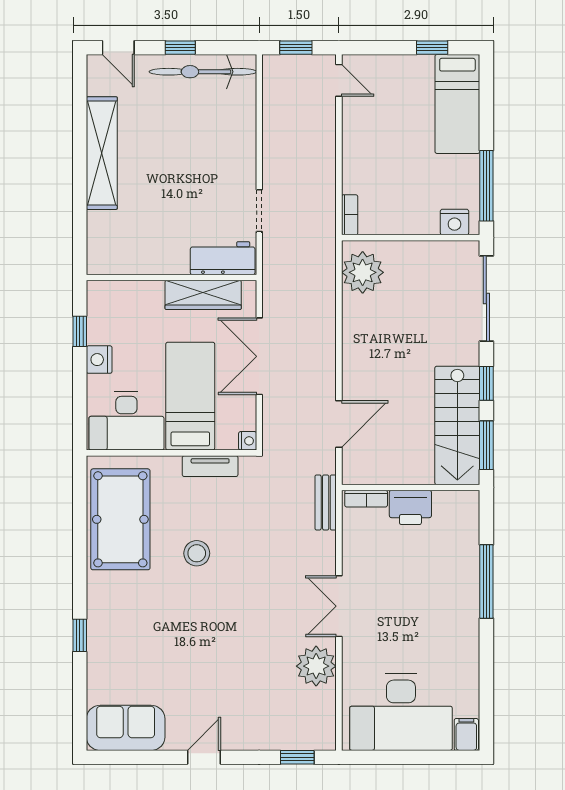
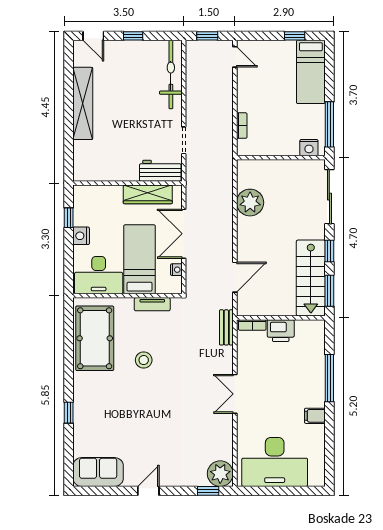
bicycle: (203, 72) -> (171, 74), moved, turned 90
bookcase: (350, 215) -> (242, 126), moved
plant: (363, 272) -> (250, 203), moved
nightstand: (248, 441) -> (176, 270), moved
plant: (316, 666) -> (220, 474), moved
filing cabinet: (466, 734) -> (315, 416), moved, turned -90

